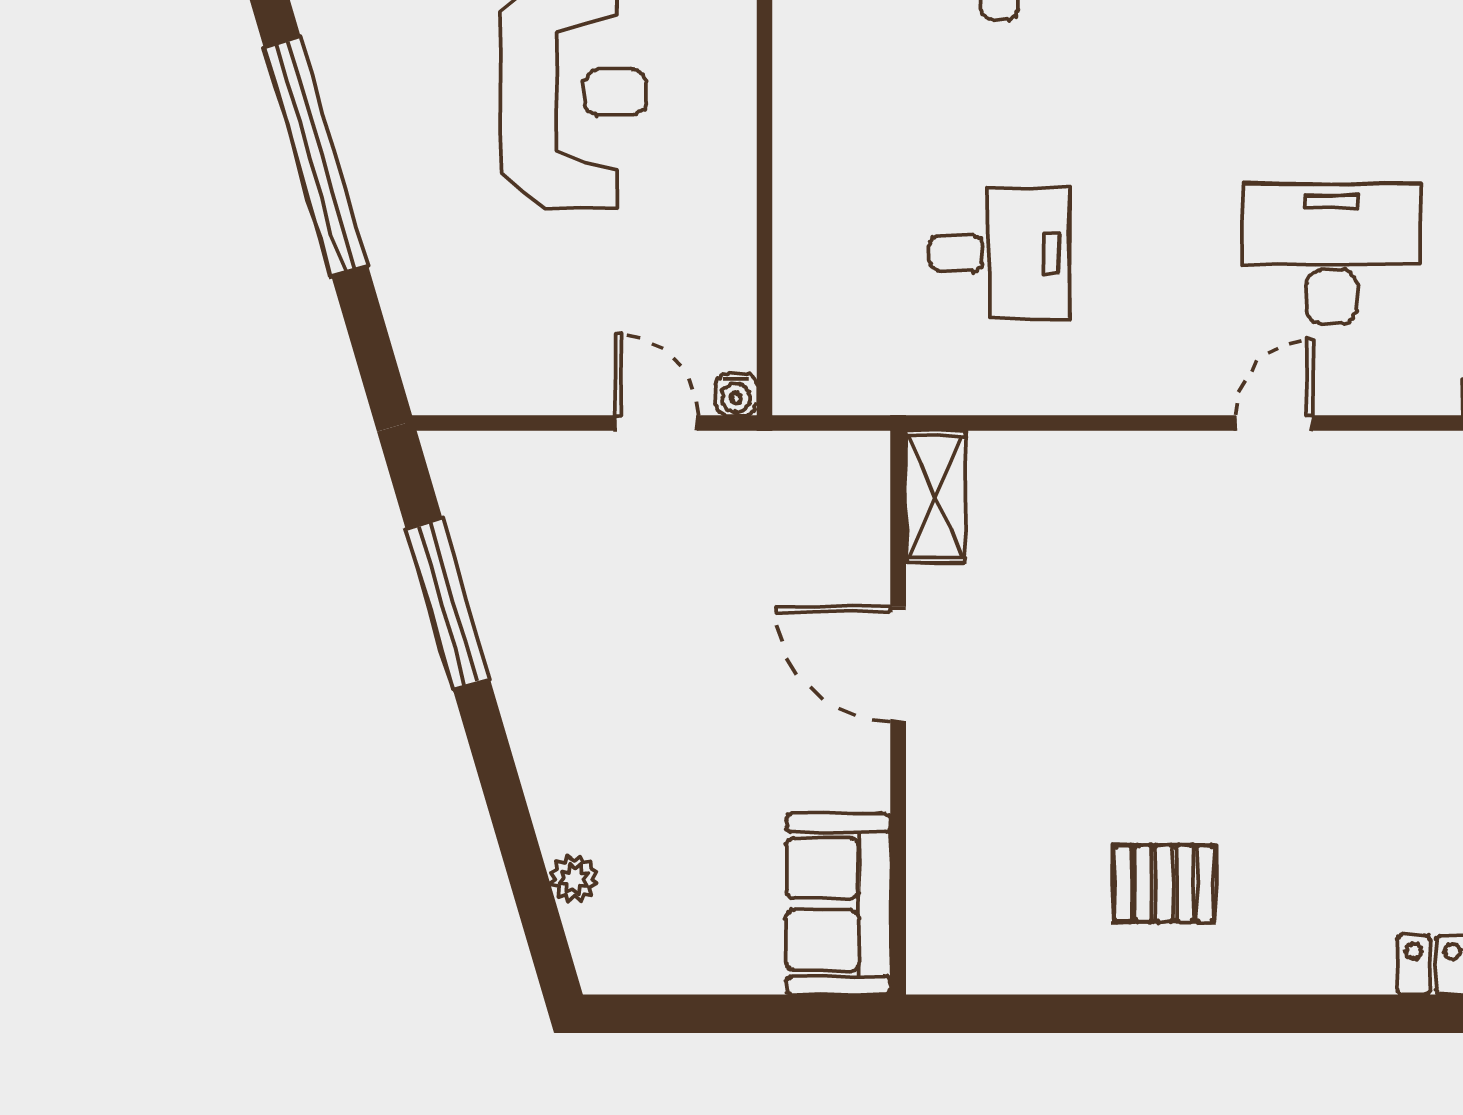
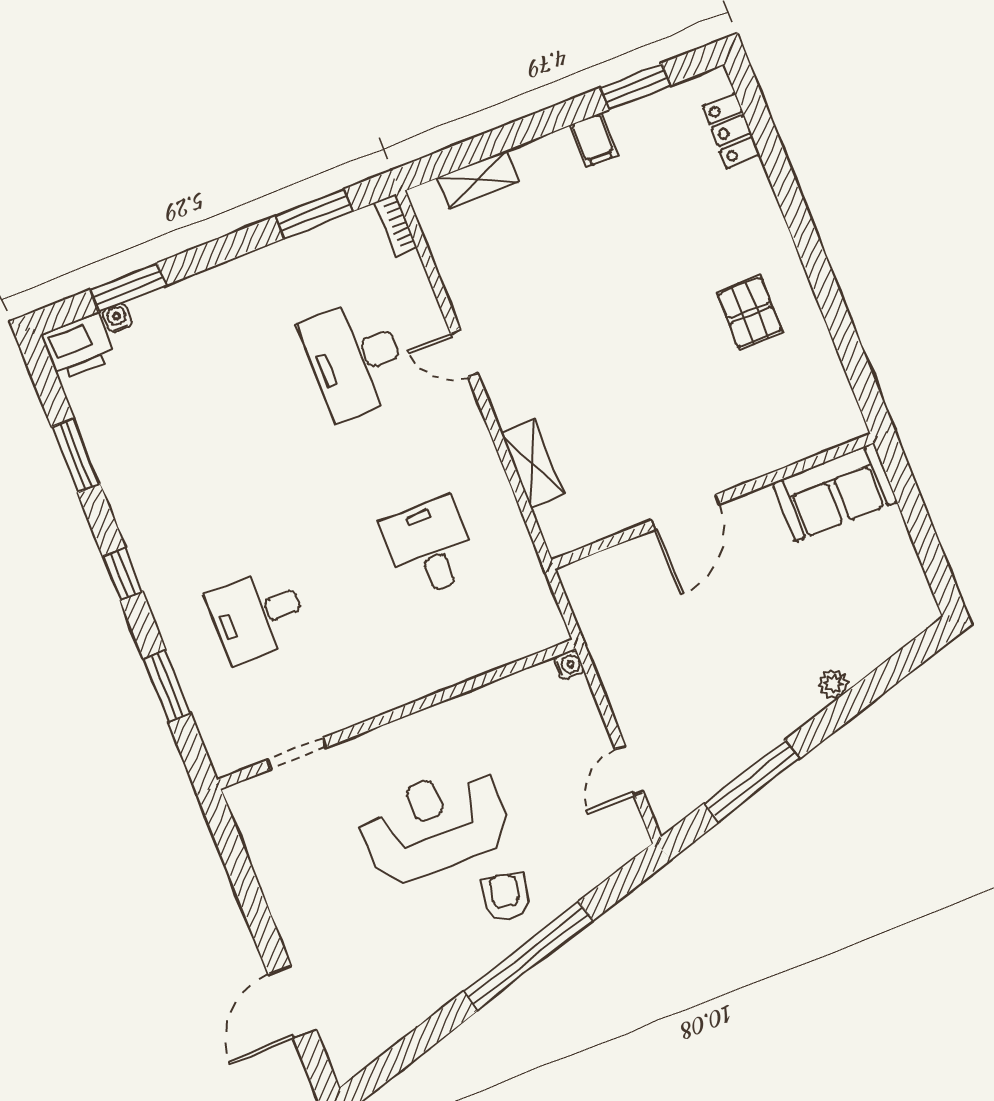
armchair: (420, 157) -> (505, 897), added
door: (656, 423) -> (629, 771), moved
shelving: (936, 497) -> (532, 464), moved, turned 90
plant: (574, 879) -> (833, 684), moved

